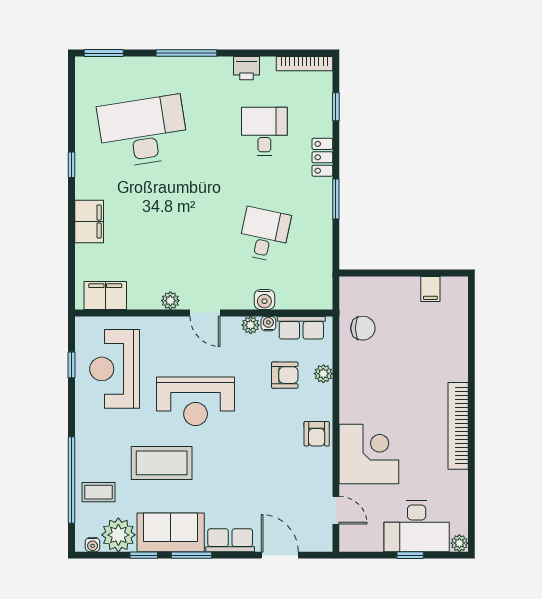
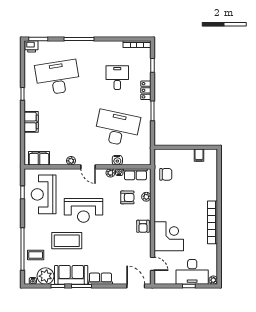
printer: (247, 68) -> (32, 46), moved
desk: (264, 235) -> (117, 128), width x1.87, depth x1.30
door: (280, 555) -> (136, 286), moved

